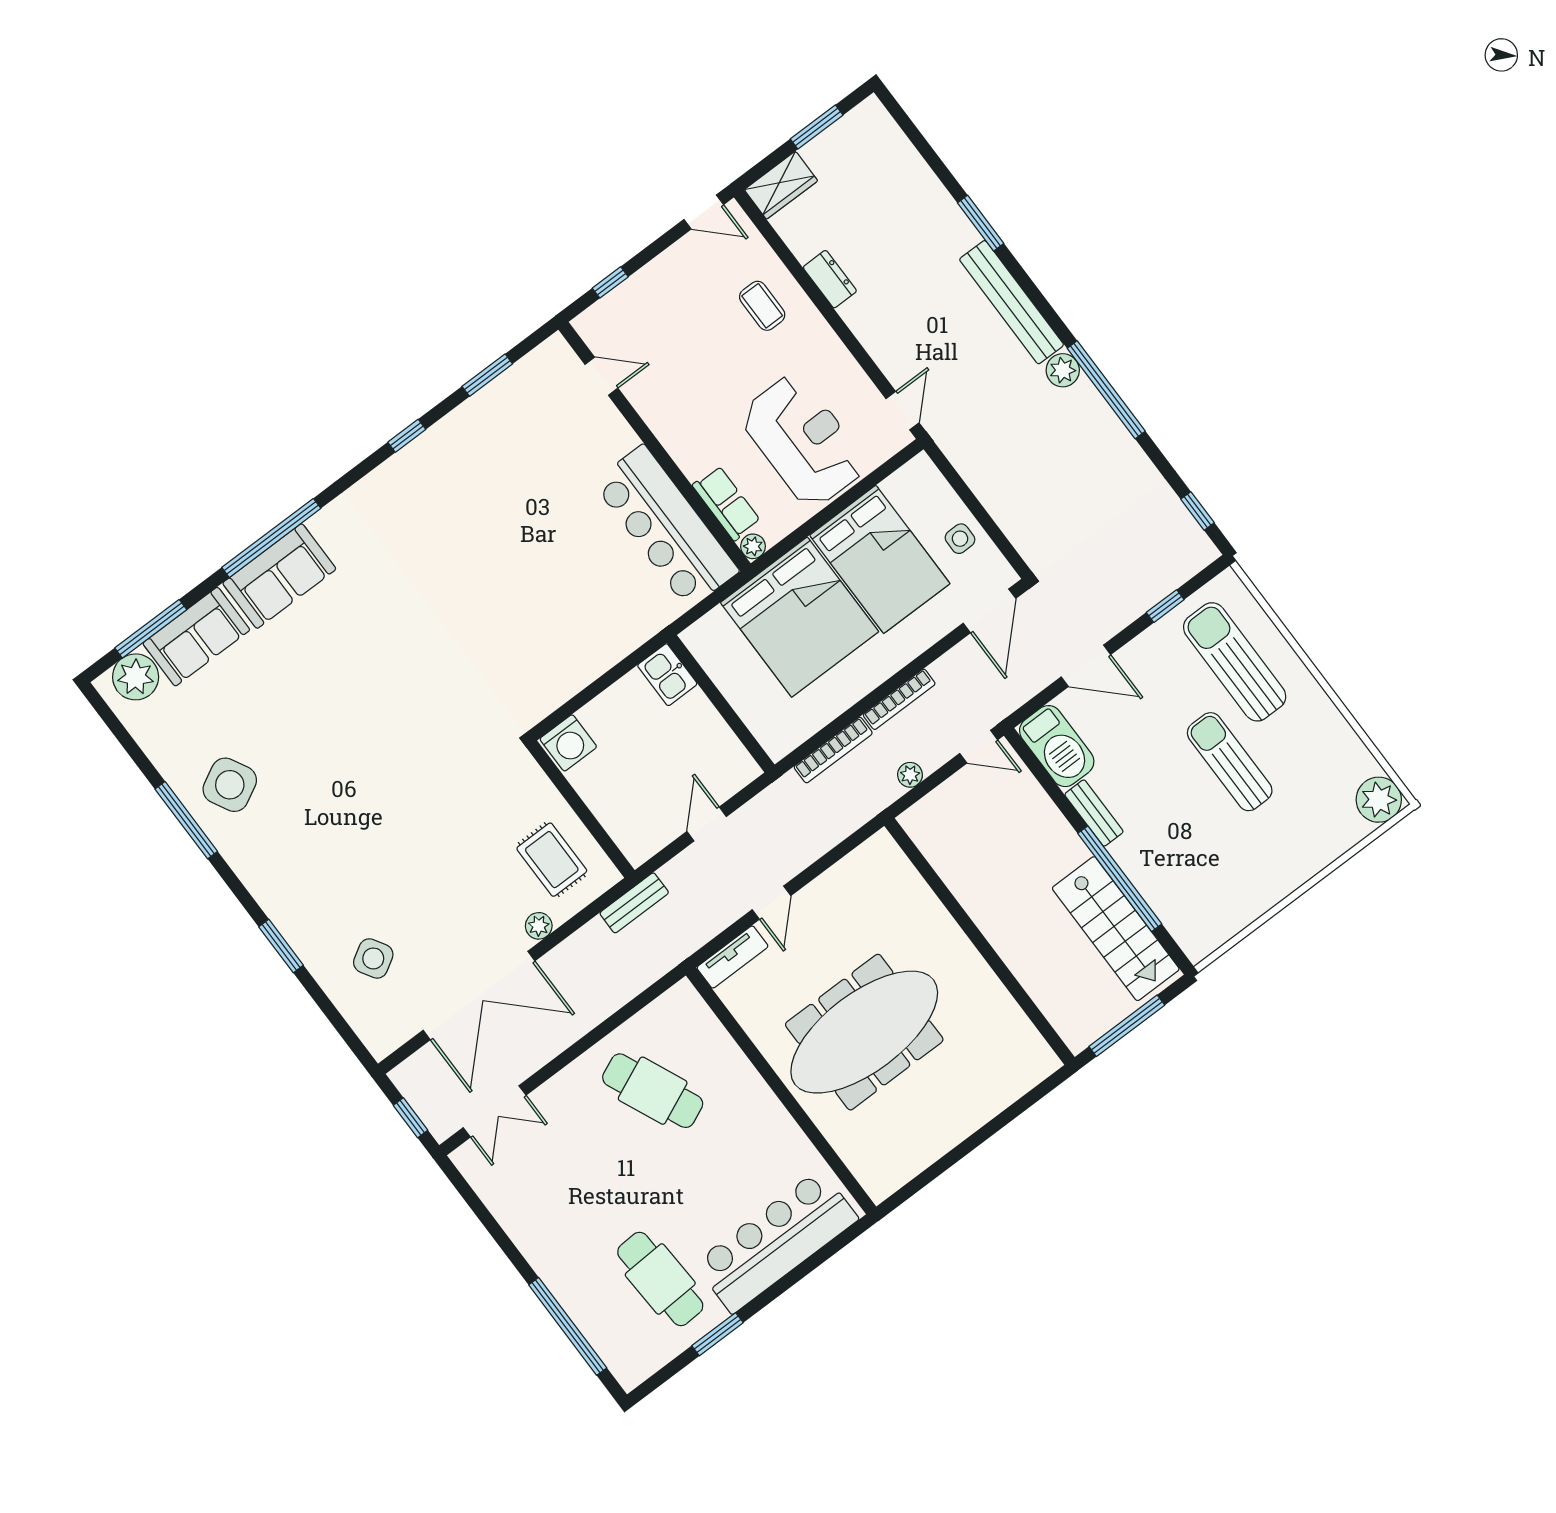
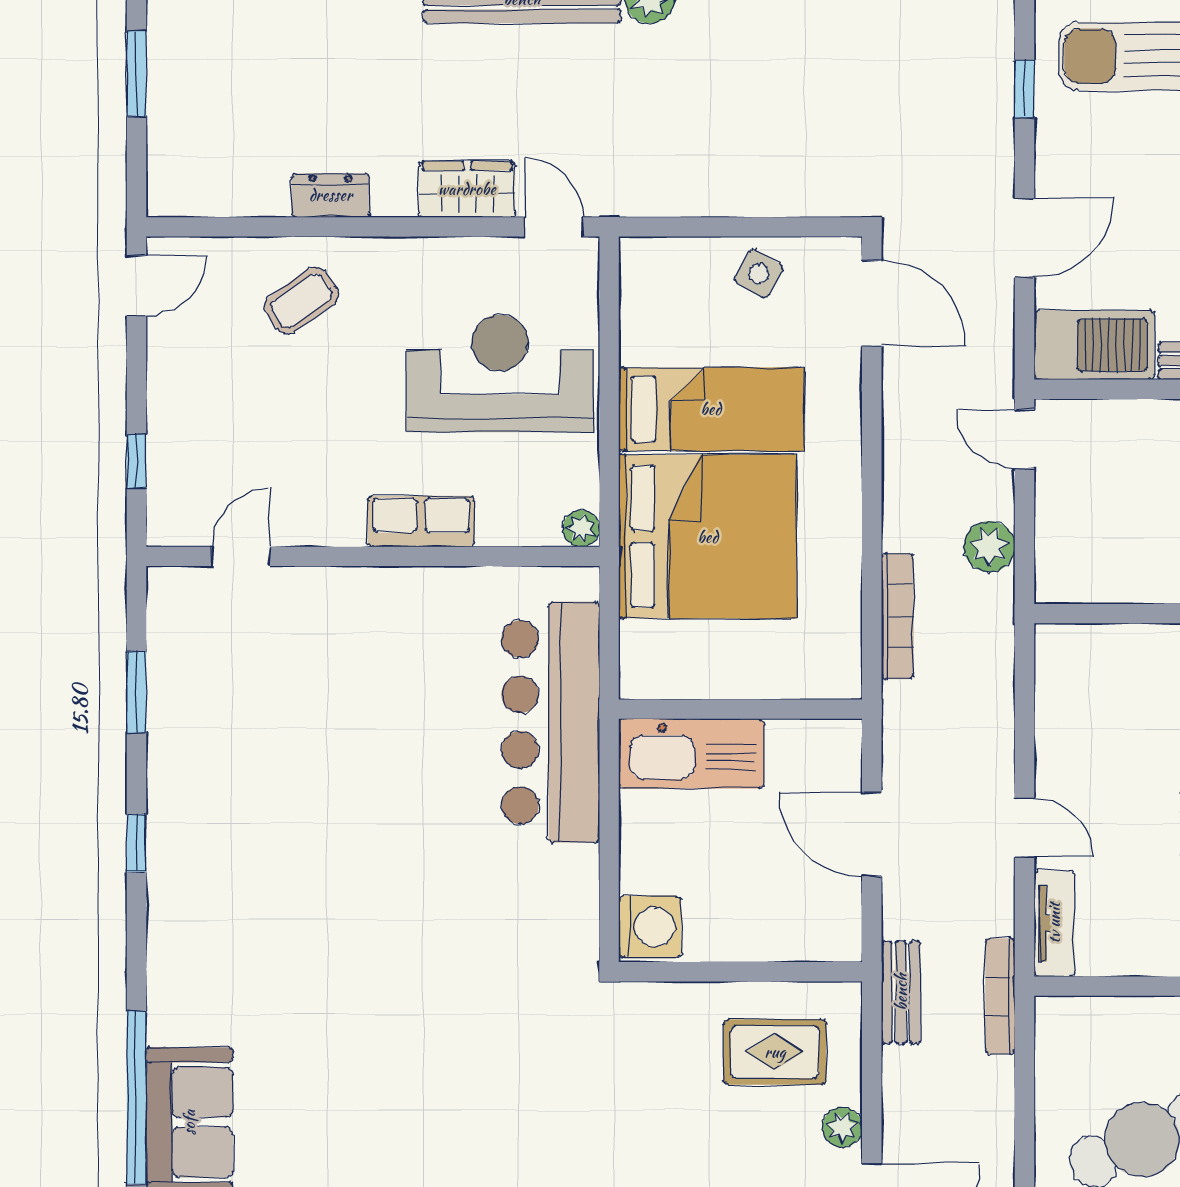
wardrobe: (781, 185) -> (467, 189), moved, turned -90
coffee table: (762, 306) -> (301, 300), turned -35
row of seats: (726, 503) -> (421, 521), moved
bar counter: (666, 527) -> (551, 722), moved, turned 90
side table: (960, 539) -> (759, 274), turned 30
bed: (880, 559) -> (711, 409), width x0.67
kitchen sink: (667, 675) -> (691, 754), width x1.88, depth x1.24
bookcase: (899, 699) -> (1000, 996), moved, turned 180
door: (979, 747) -> (1025, 439), swing flipped
plant: (910, 775) -> (989, 547), width x1.38, depth x1.38
door: (707, 824) -> (872, 834), width x1.38

